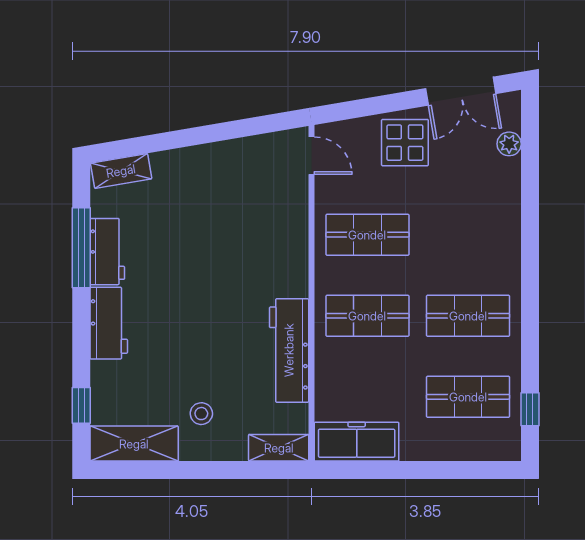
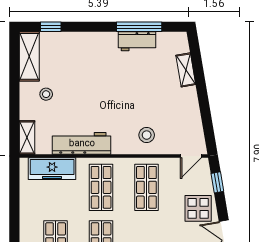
window: (359, 108) -> (217, 182), added
shelving: (121, 171) -> (186, 70), moved
stool: (274, 234) -> (147, 135), added
workbench: (109, 323) -> (97, 42), removed
freezer: (357, 442) -> (52, 169), moved, turned 90

